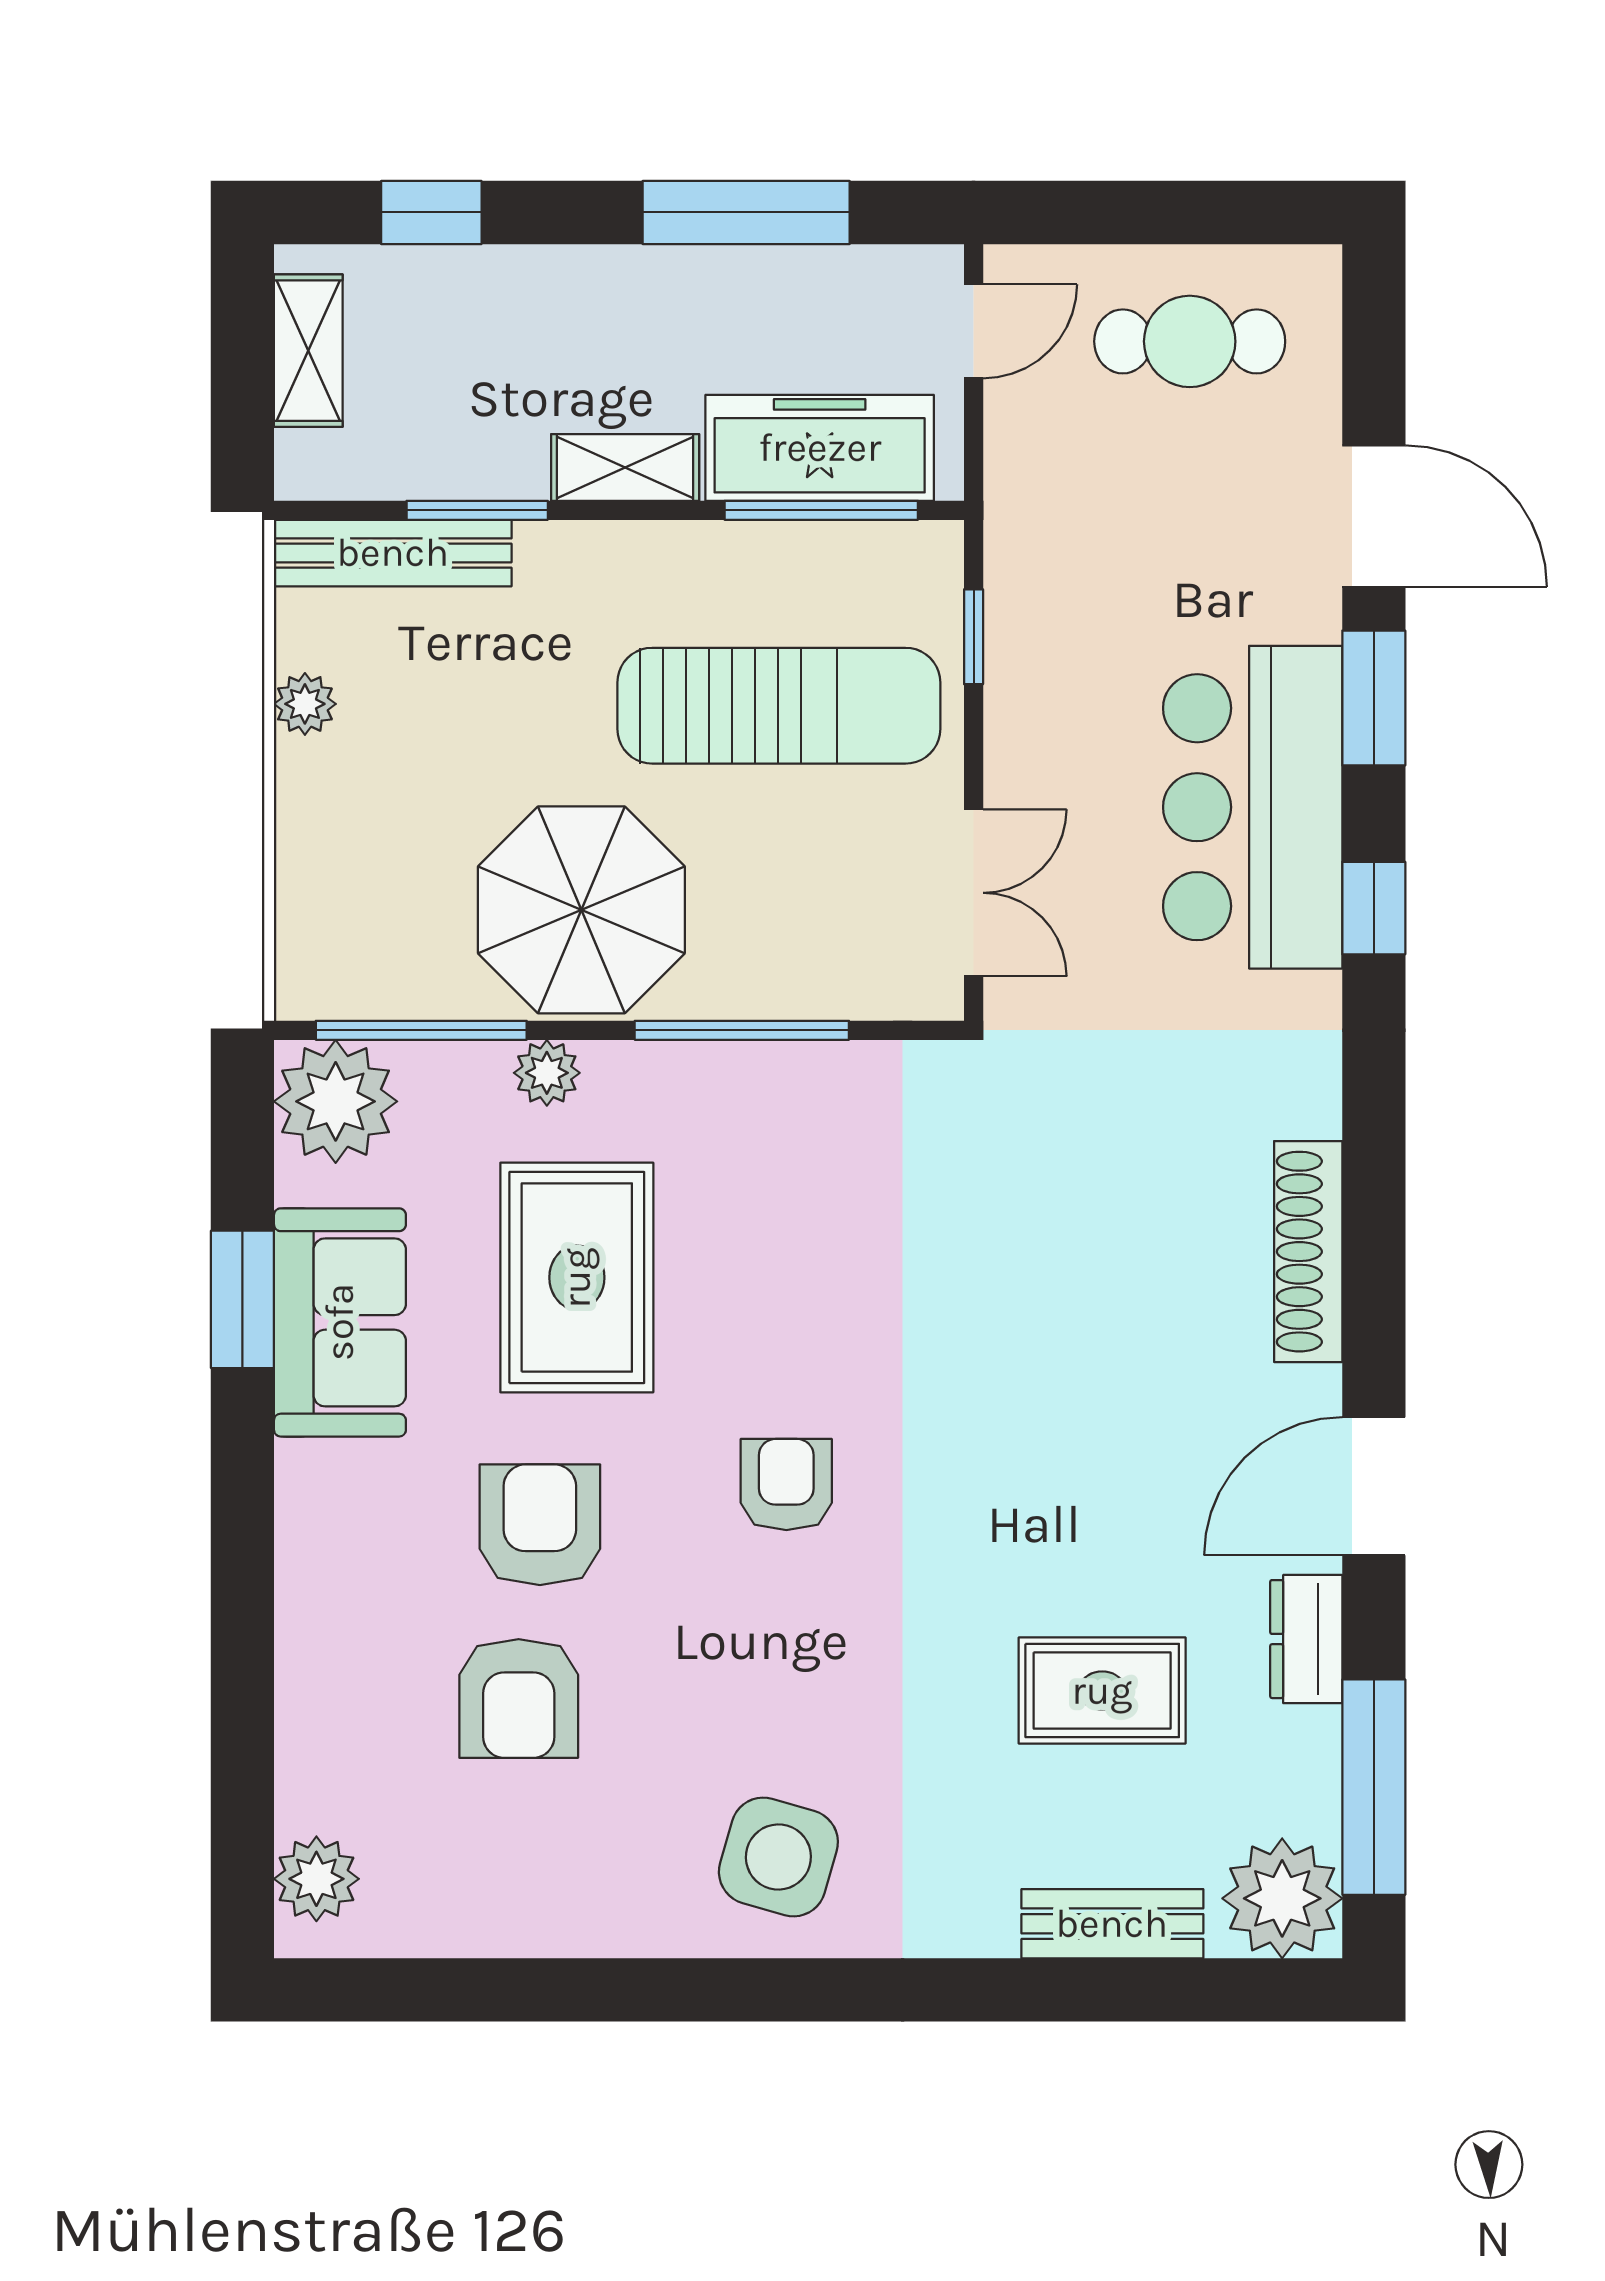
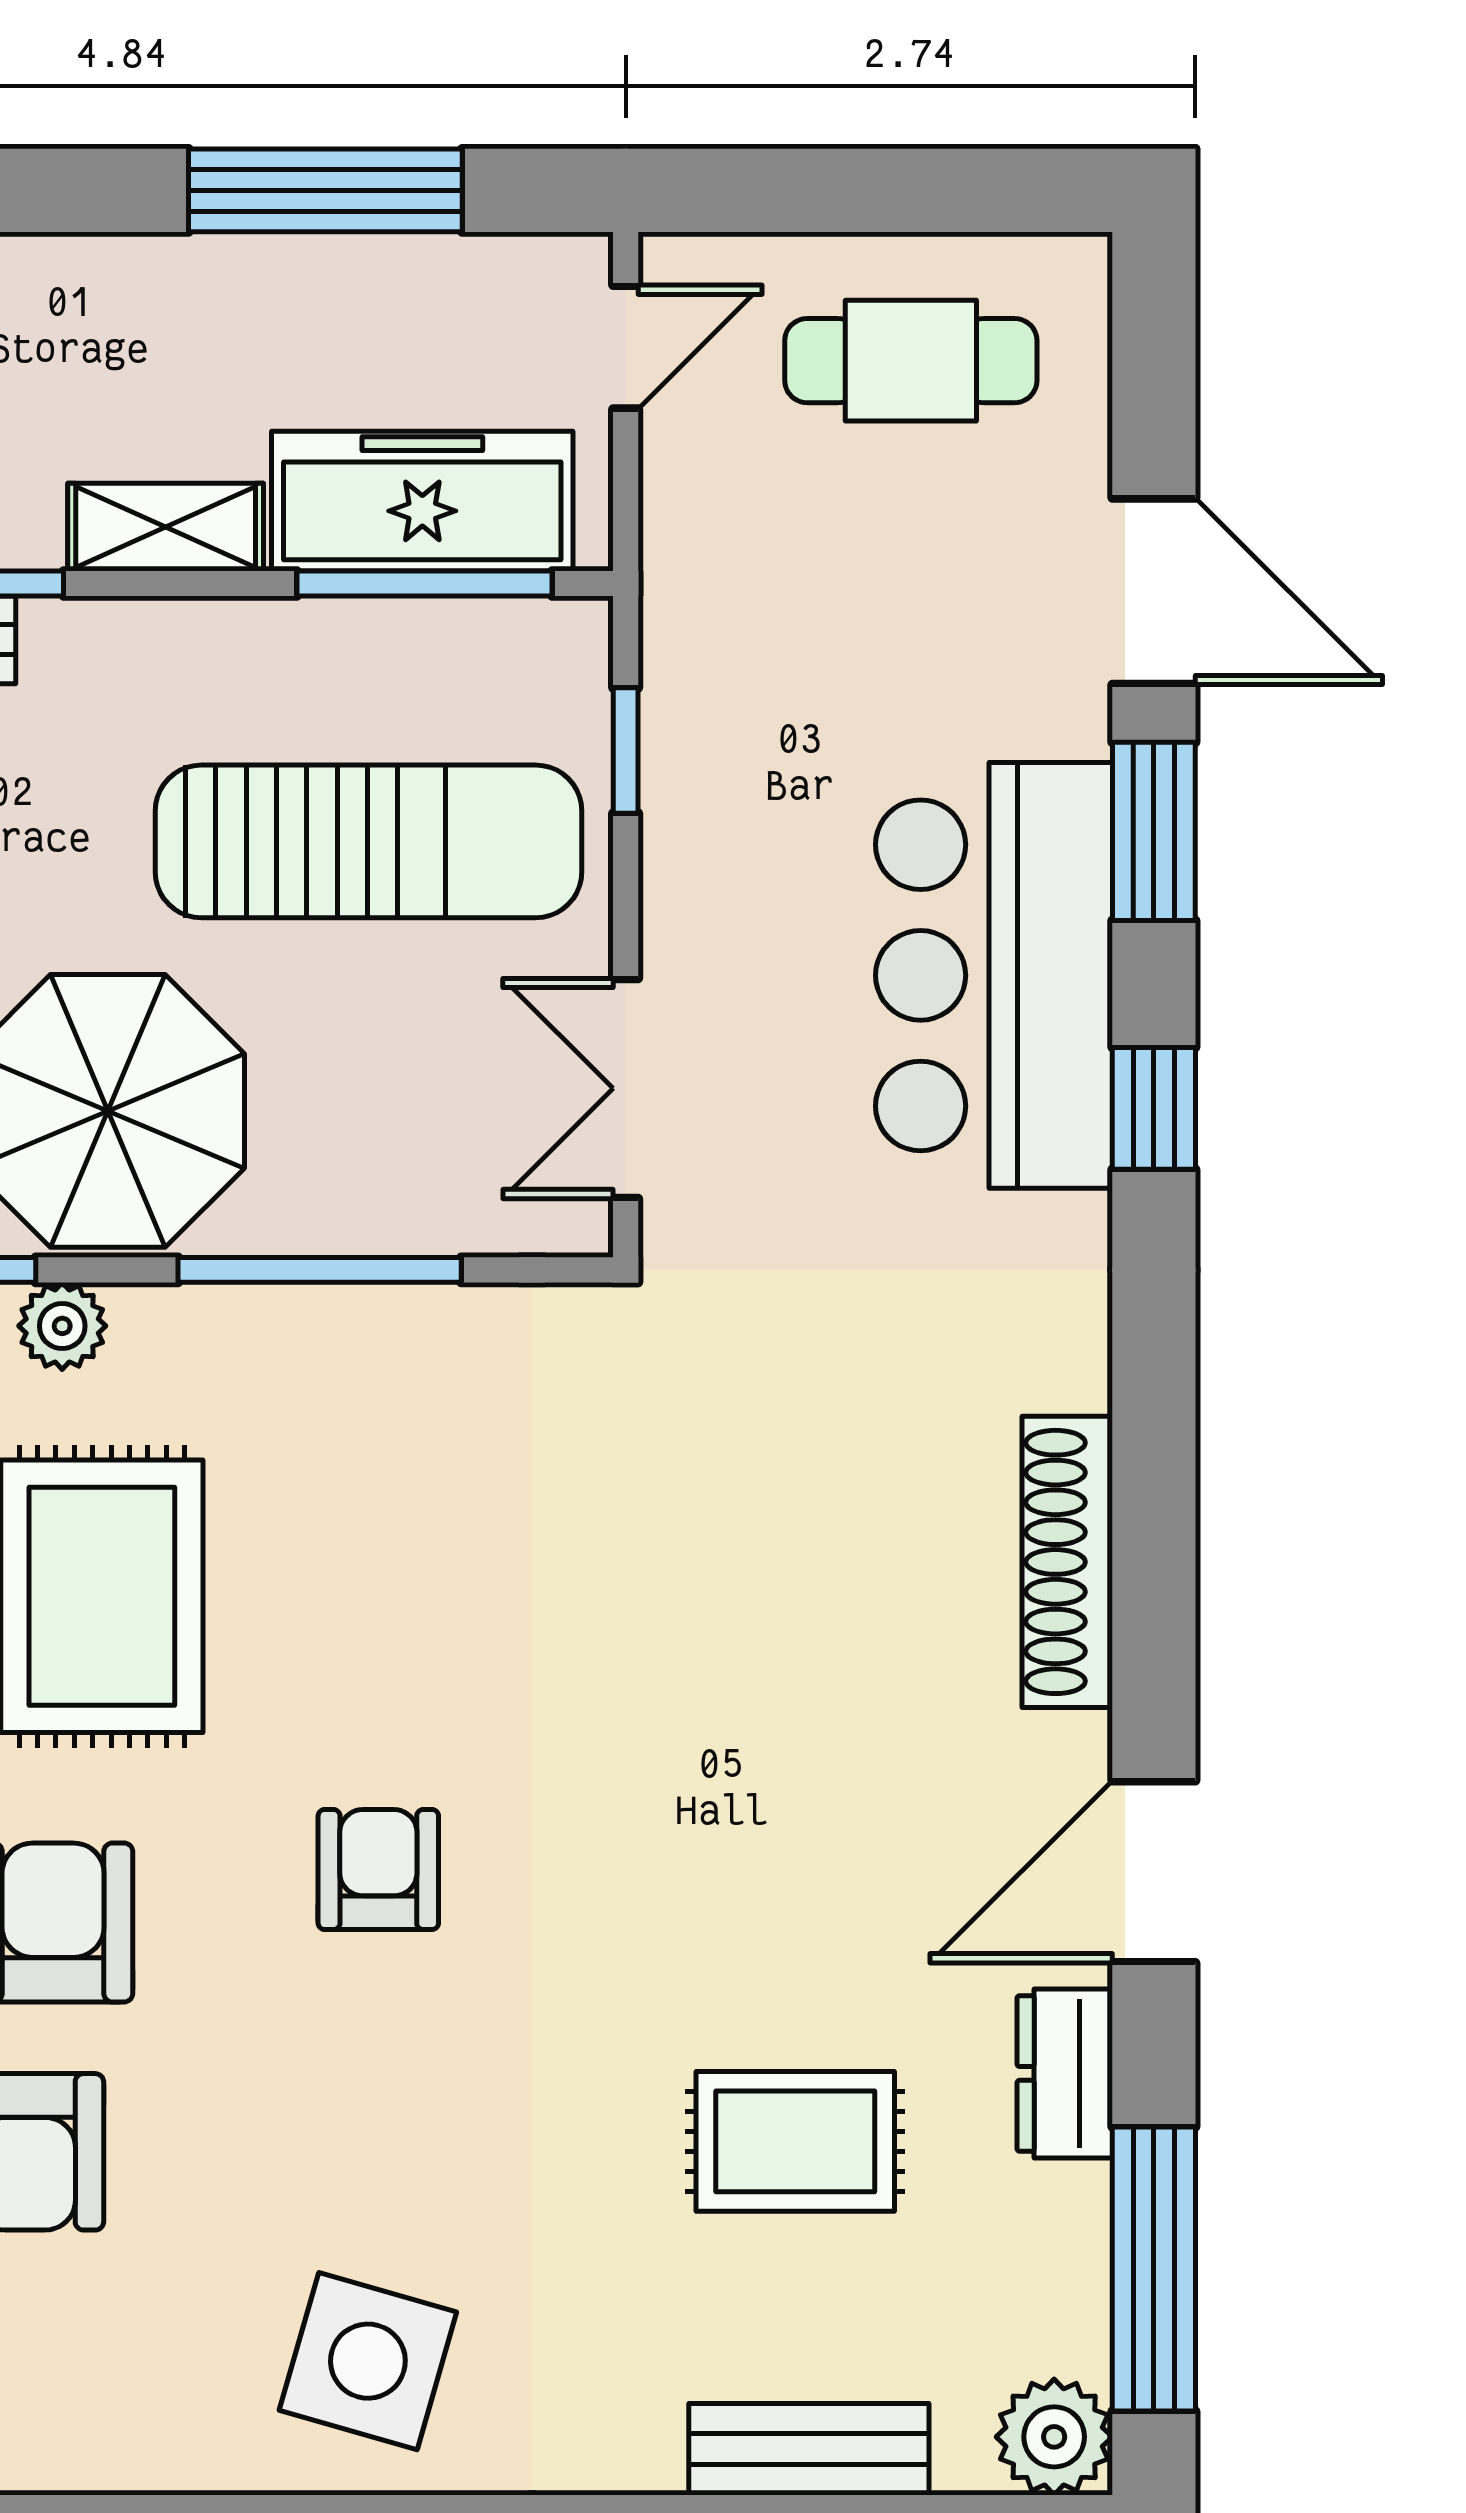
double door: (974, 893) -> (626, 1088), swing flipped
plant: (1282, 1898) -> (1054, 2437), width x0.73, depth x0.73

